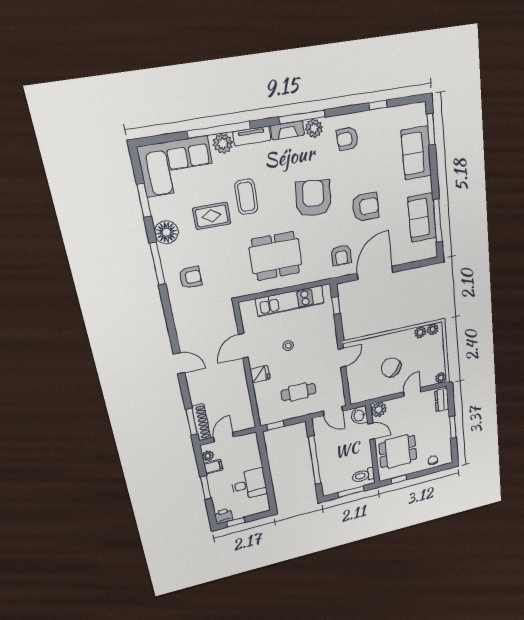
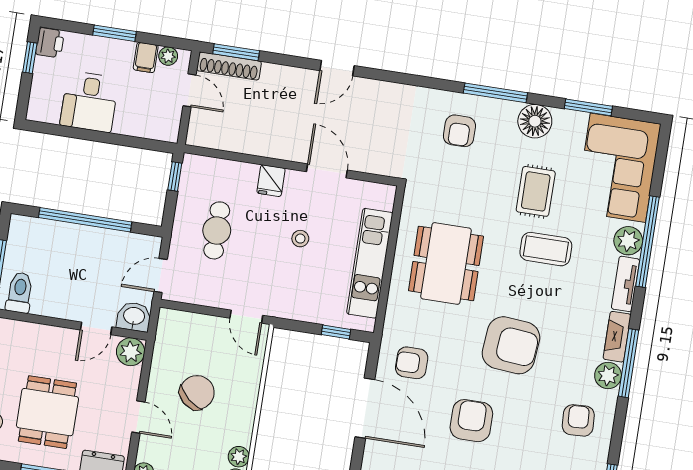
armchair: (365, 207) -> (471, 421), turned 180
dining table: (398, 451) -> (47, 412), moved

